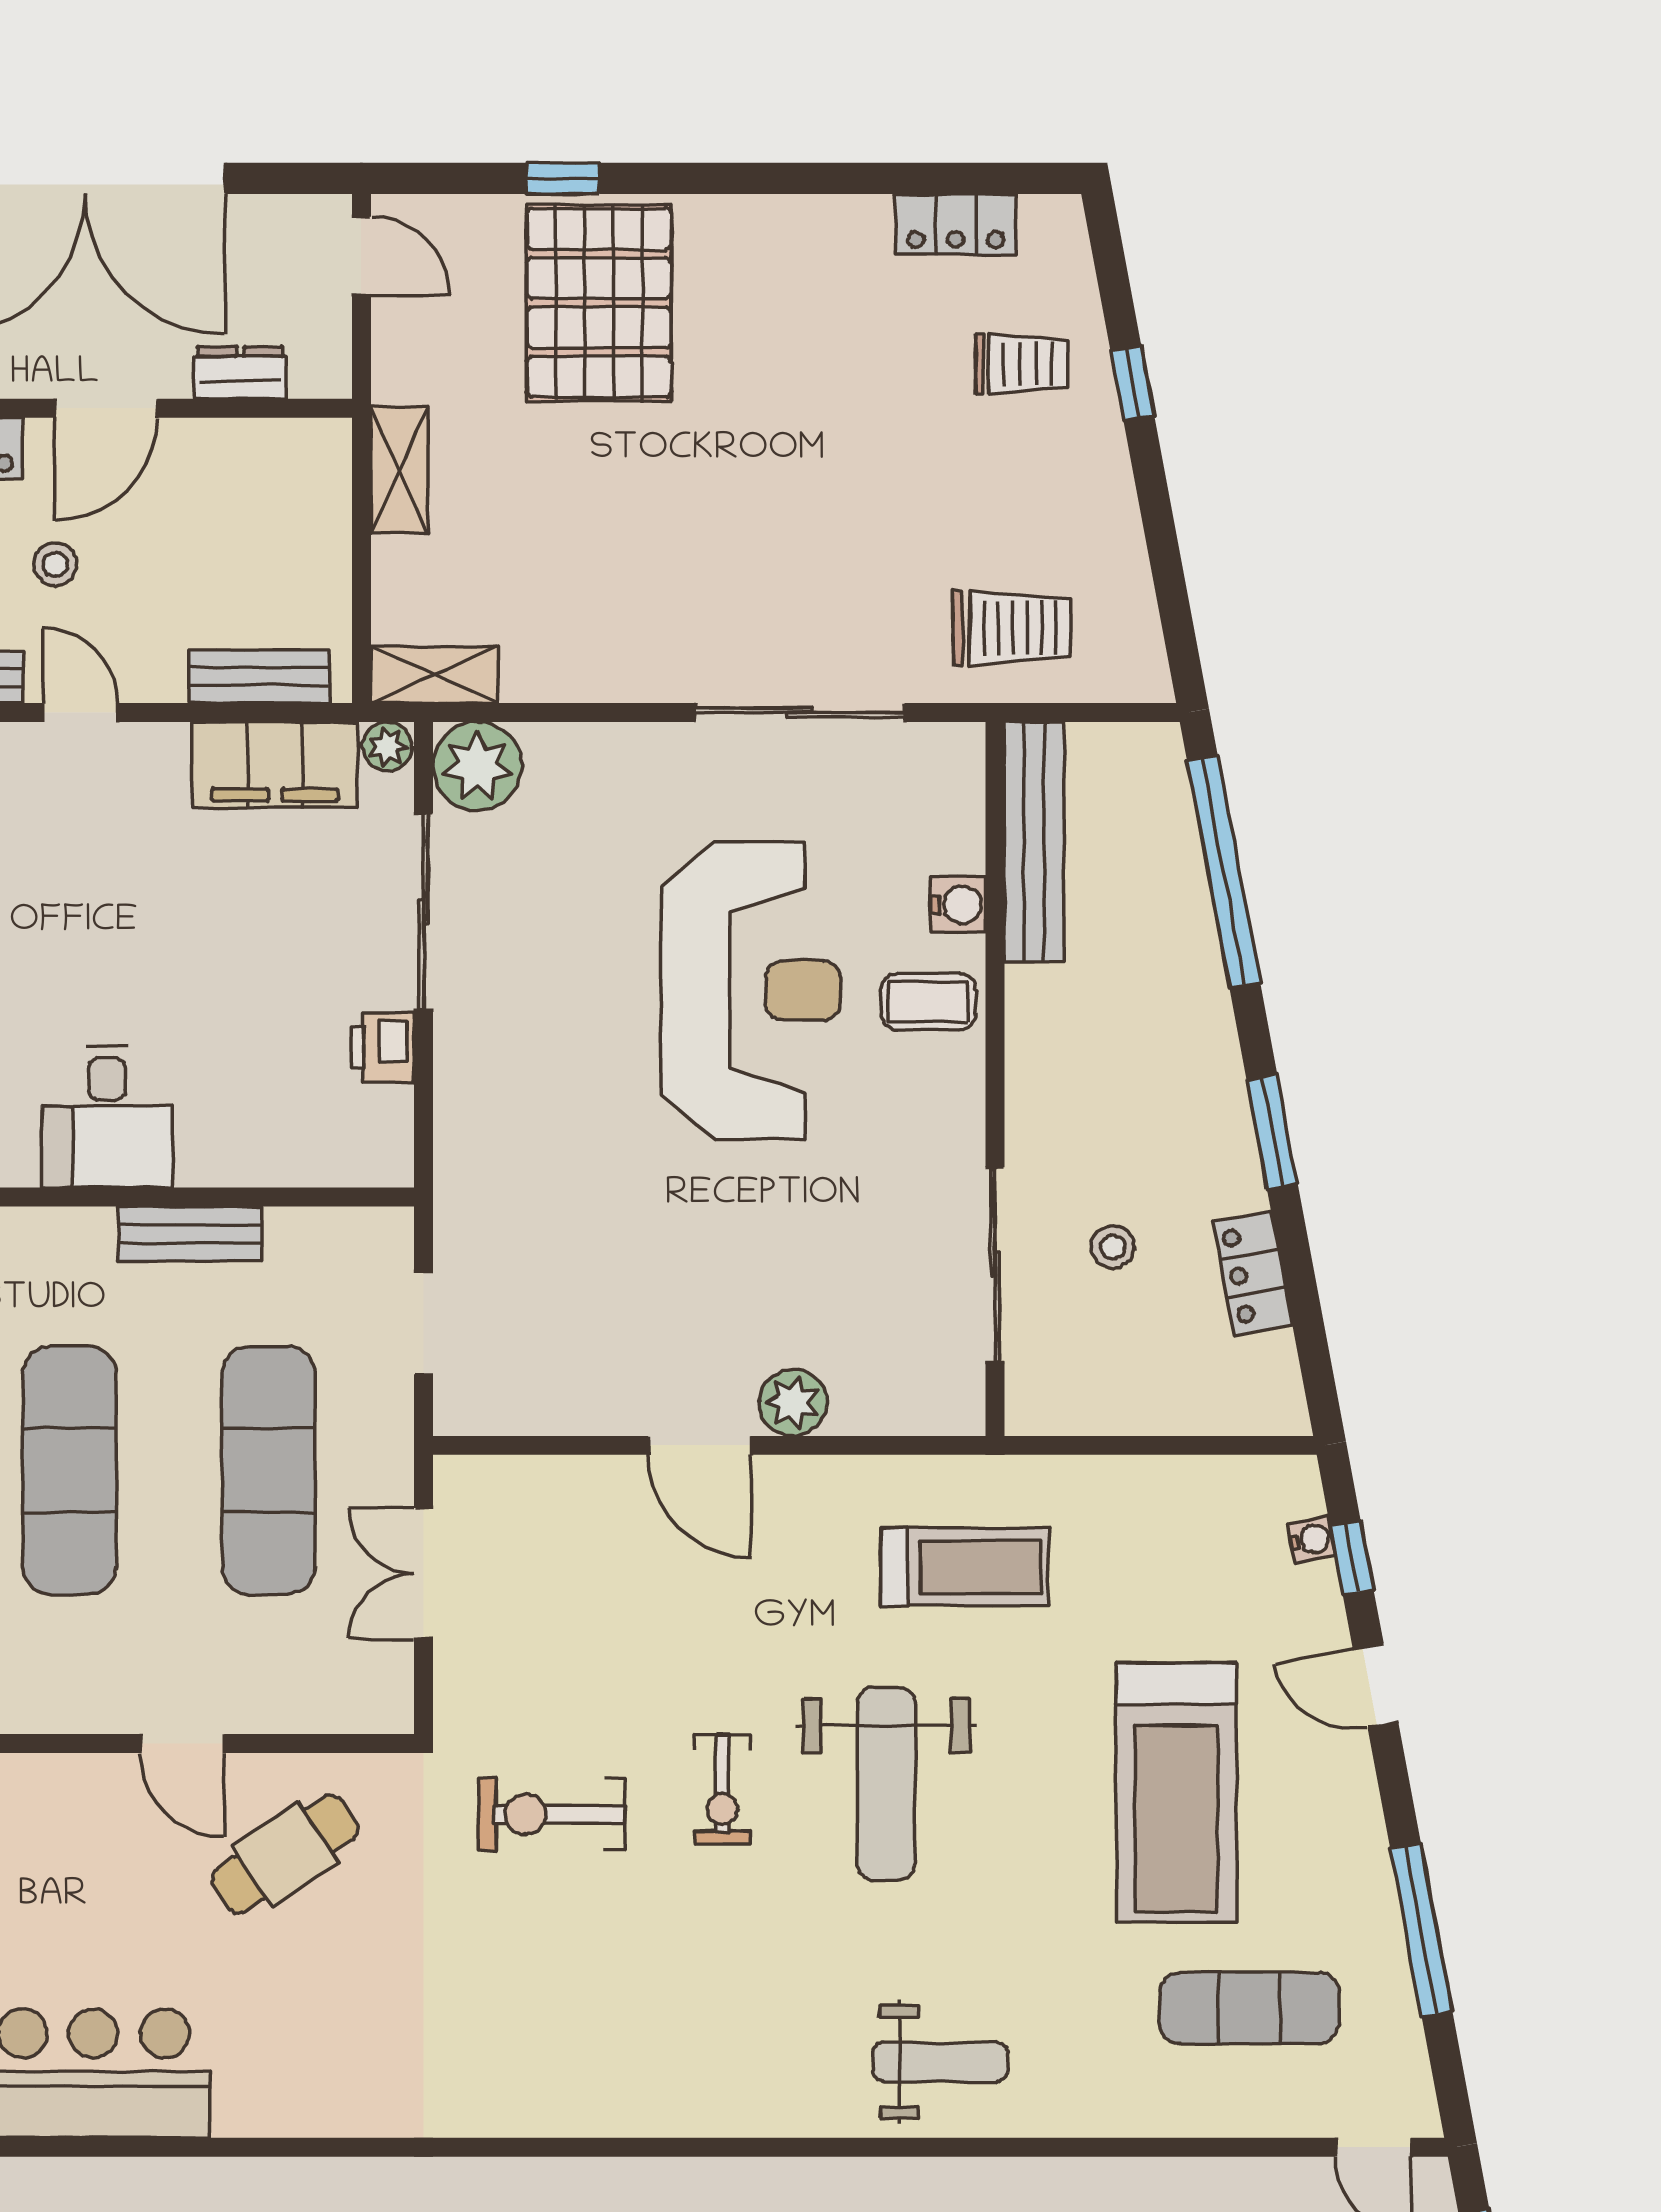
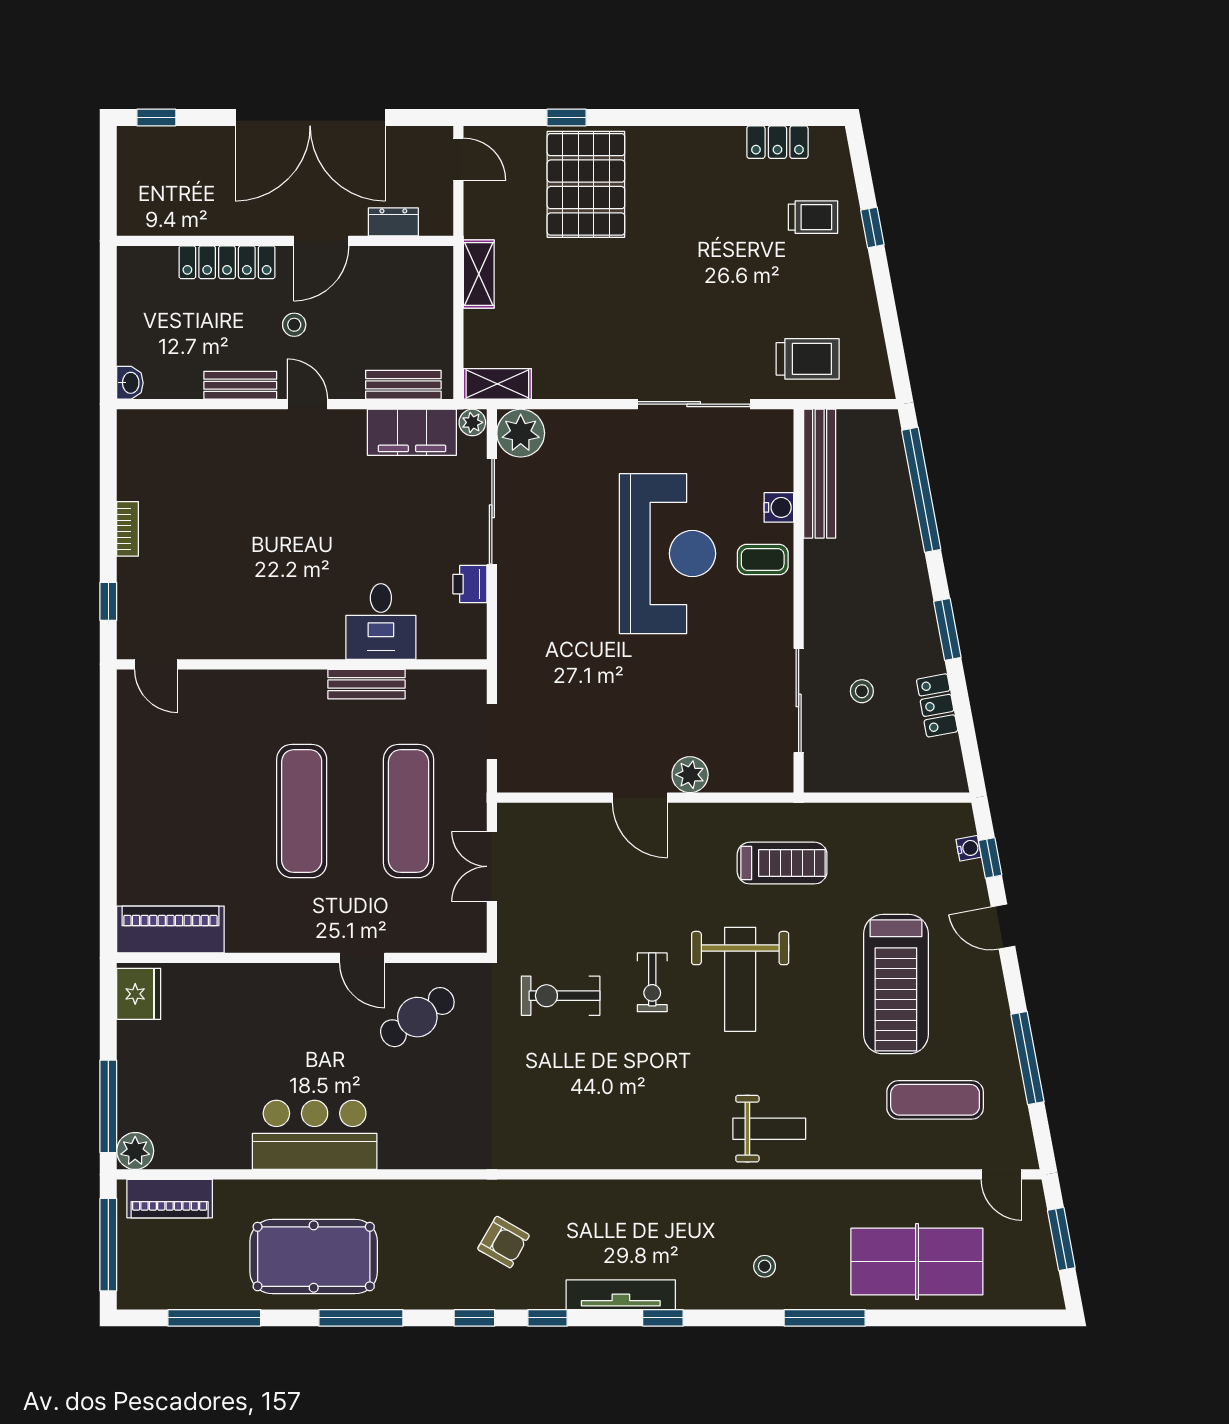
desk: (107, 1117) -> (381, 621), moved

